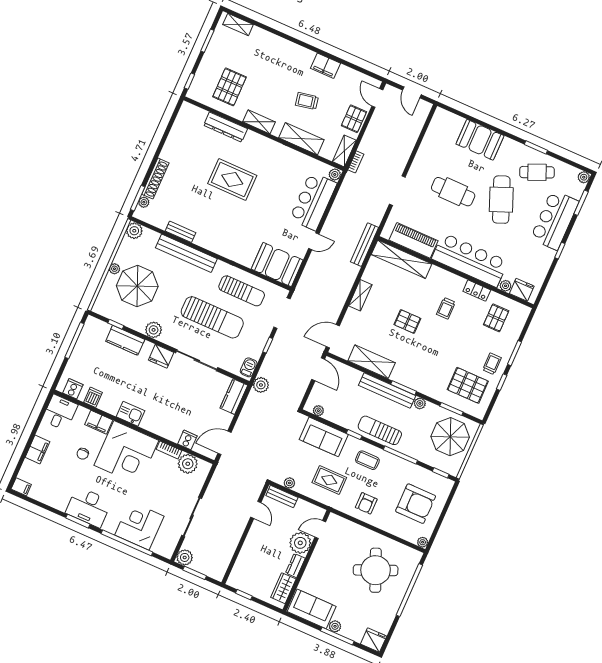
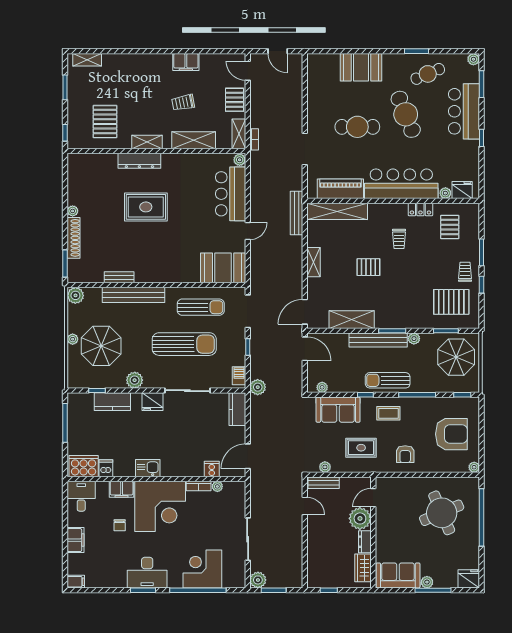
dresser: (226, 127) -> (139, 161), moved
plant: (144, 202) -> (73, 211), moved
cooker: (73, 389) -> (84, 466), width x1.87, depth x1.31
plant: (188, 464) -> (217, 486), width x0.53, depth x0.53

